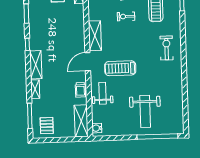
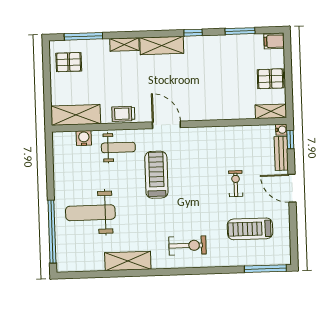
shelving: (95, 36) -> (128, 261), moved
water cooler: (97, 128) -> (84, 138), moved

